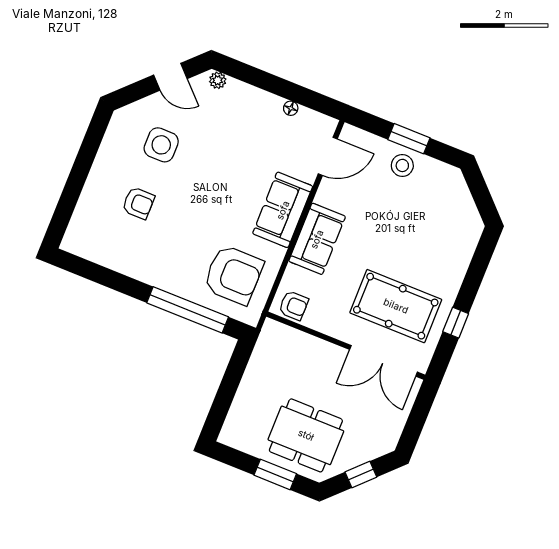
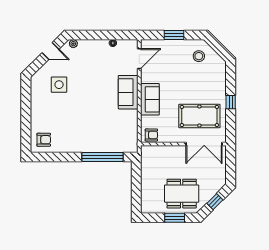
stool: (402, 165) -> (199, 56), moved
armchair: (138, 203) -> (44, 140), moved
armchair: (233, 275) -> (117, 132), removed
window: (456, 323) -> (231, 102), moved

